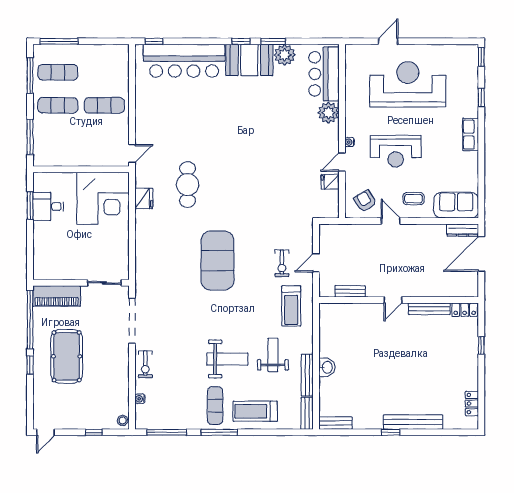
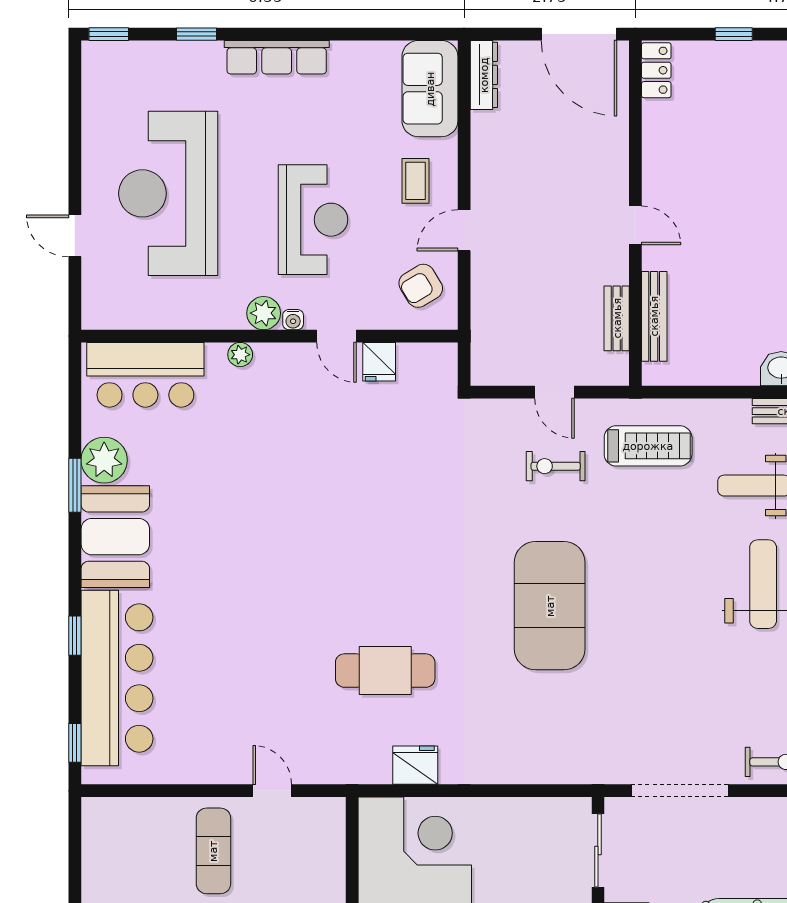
window: (241, 41) -> (75, 636), moved
plant: (328, 113) -> (240, 355), width x0.53, depth x0.53
plant: (352, 128) -> (264, 313), added
row of seats: (471, 134) -> (277, 57), width x1.48
door: (132, 153) -> (272, 791), moved
door: (481, 254) -> (579, 34), moved
exercise mat: (217, 260) -> (550, 606), turned 90
exercise bike: (282, 263) -> (556, 466), turned 180
bench: (429, 309) -> (654, 316), moved

